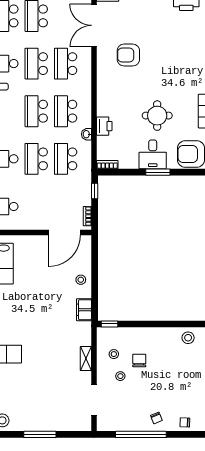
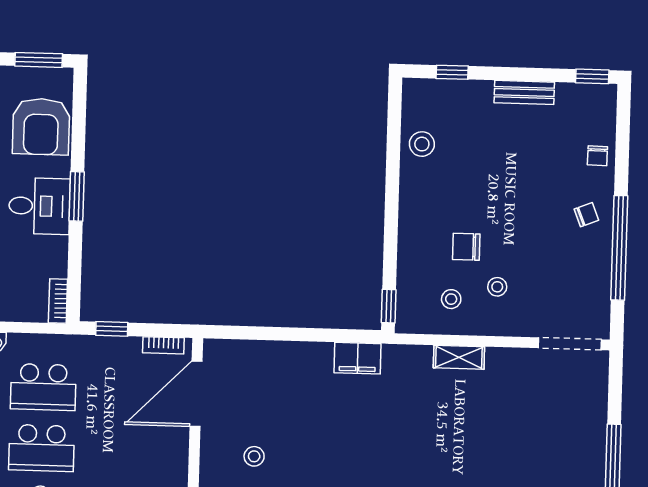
door: (65, 233) -> (196, 394), swing flipped
stool: (81, 280) -> (254, 456), moved
doorway: (94, 400) -> (570, 344), moved

